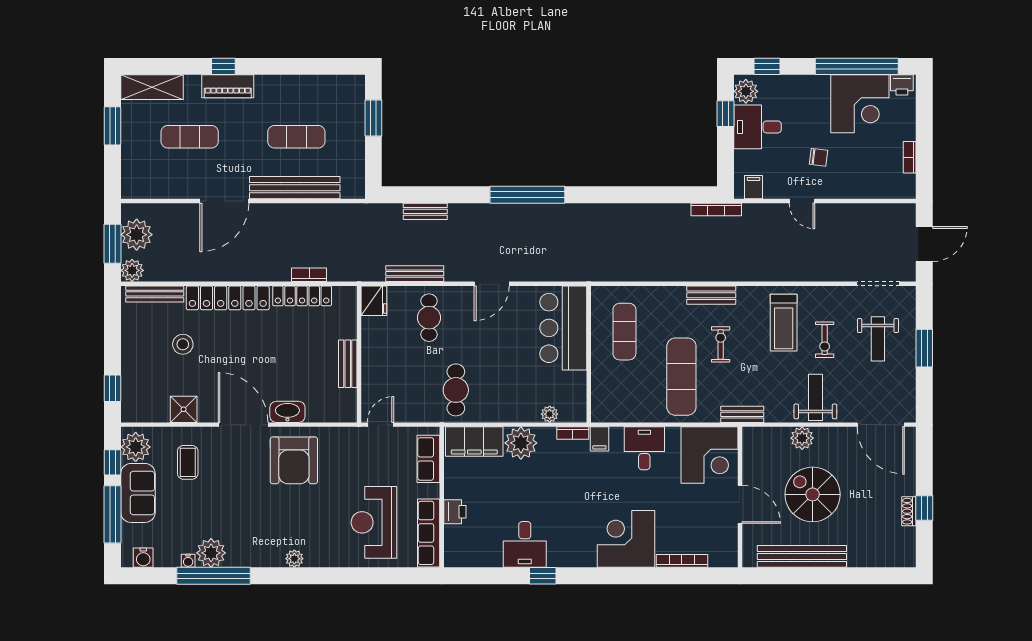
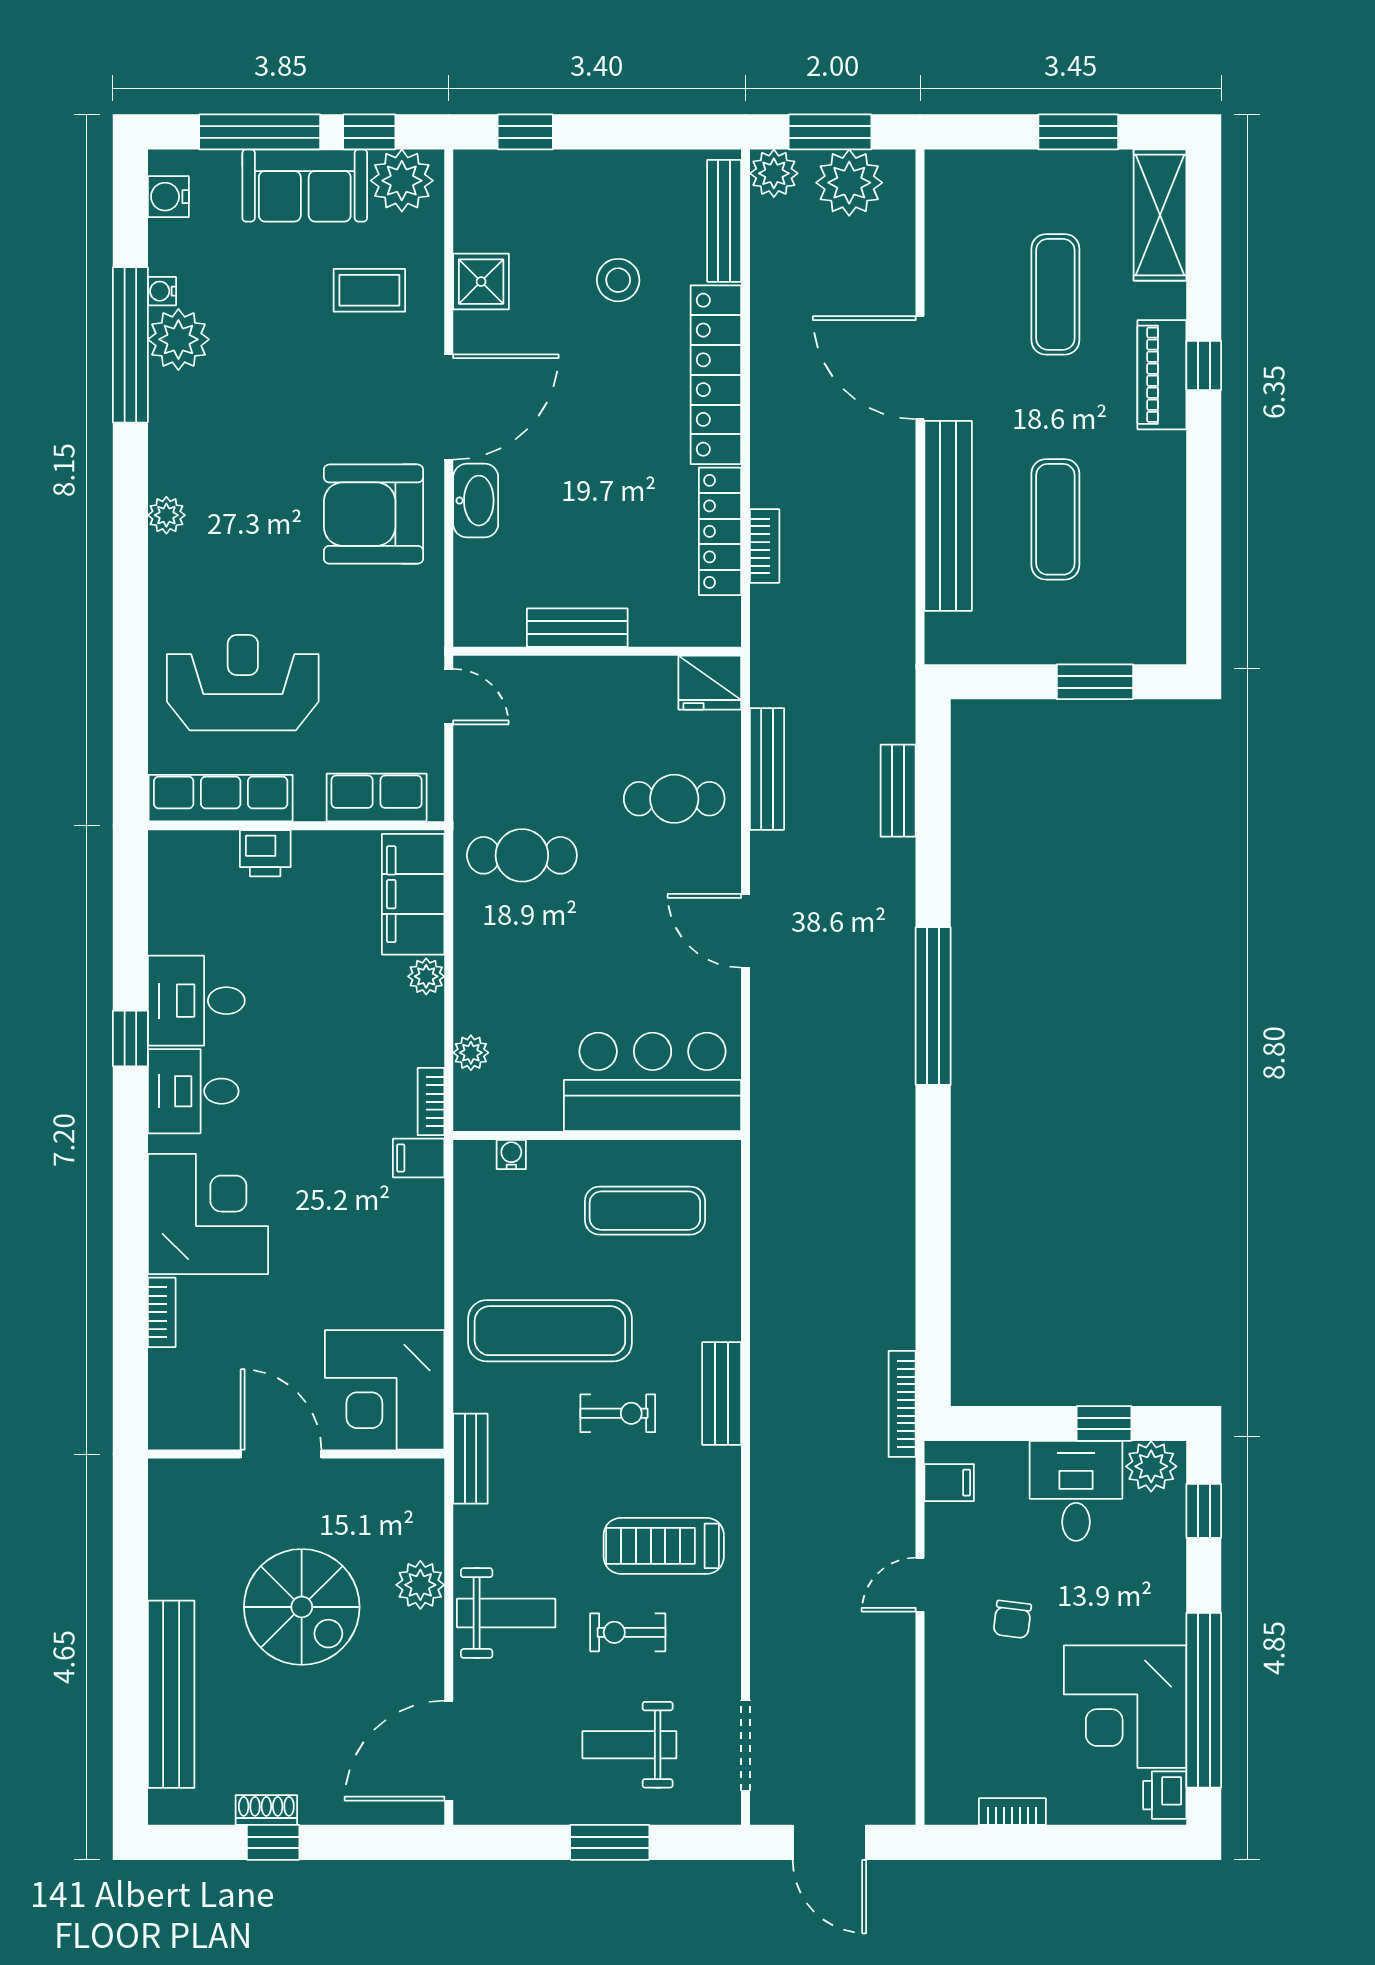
water cooler: (598, 395) -> (511, 1155), added
plant: (521, 443) -> (426, 976), width x0.53, depth x0.53
desk: (644, 448) -> (193, 1091), moved, turned 180
spiral stairs: (813, 494) -> (302, 1607), turned 90
door: (740, 504) -> (281, 1454), swing flipped
bench: (802, 556) -> (171, 1694), moved
bookcase: (682, 561) -> (162, 1312), width x0.64

